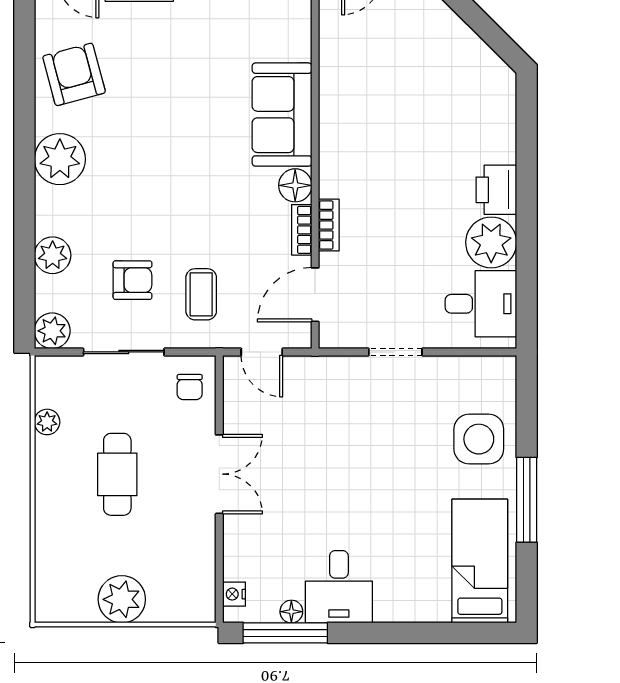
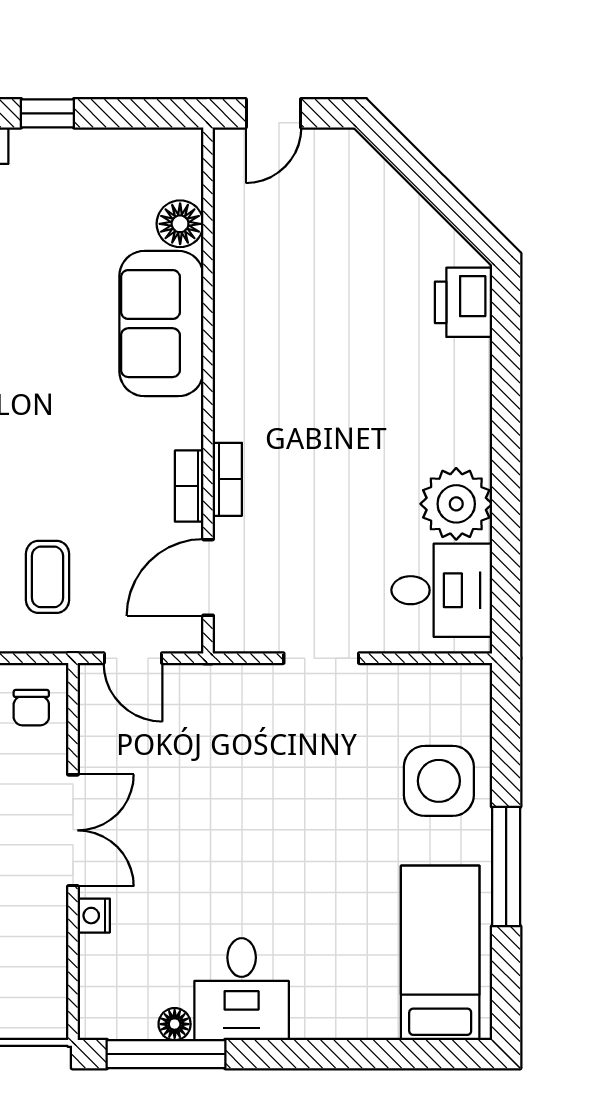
floor lamp: (295, 185) -> (180, 224), moved
printer: (496, 190) -> (464, 302), moved
nightstand: (234, 594) -> (94, 916), moved

